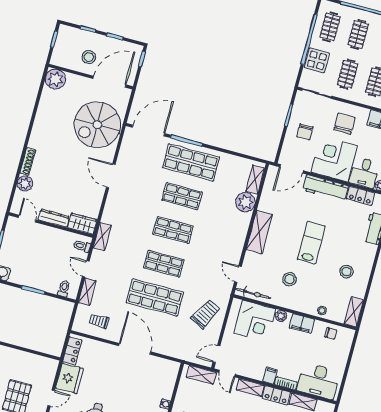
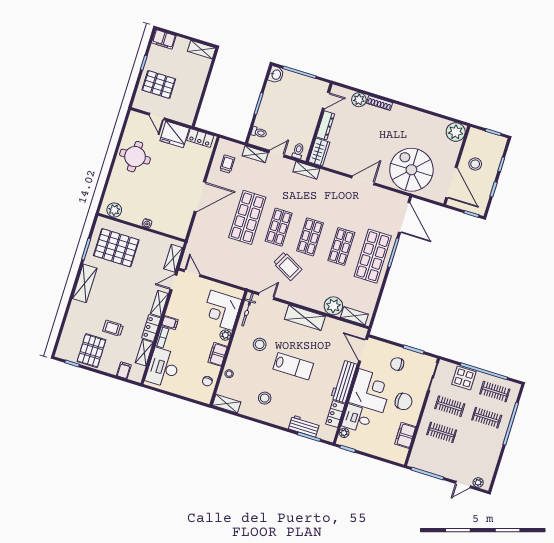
trolley: (206, 314) -> (288, 266), moved

